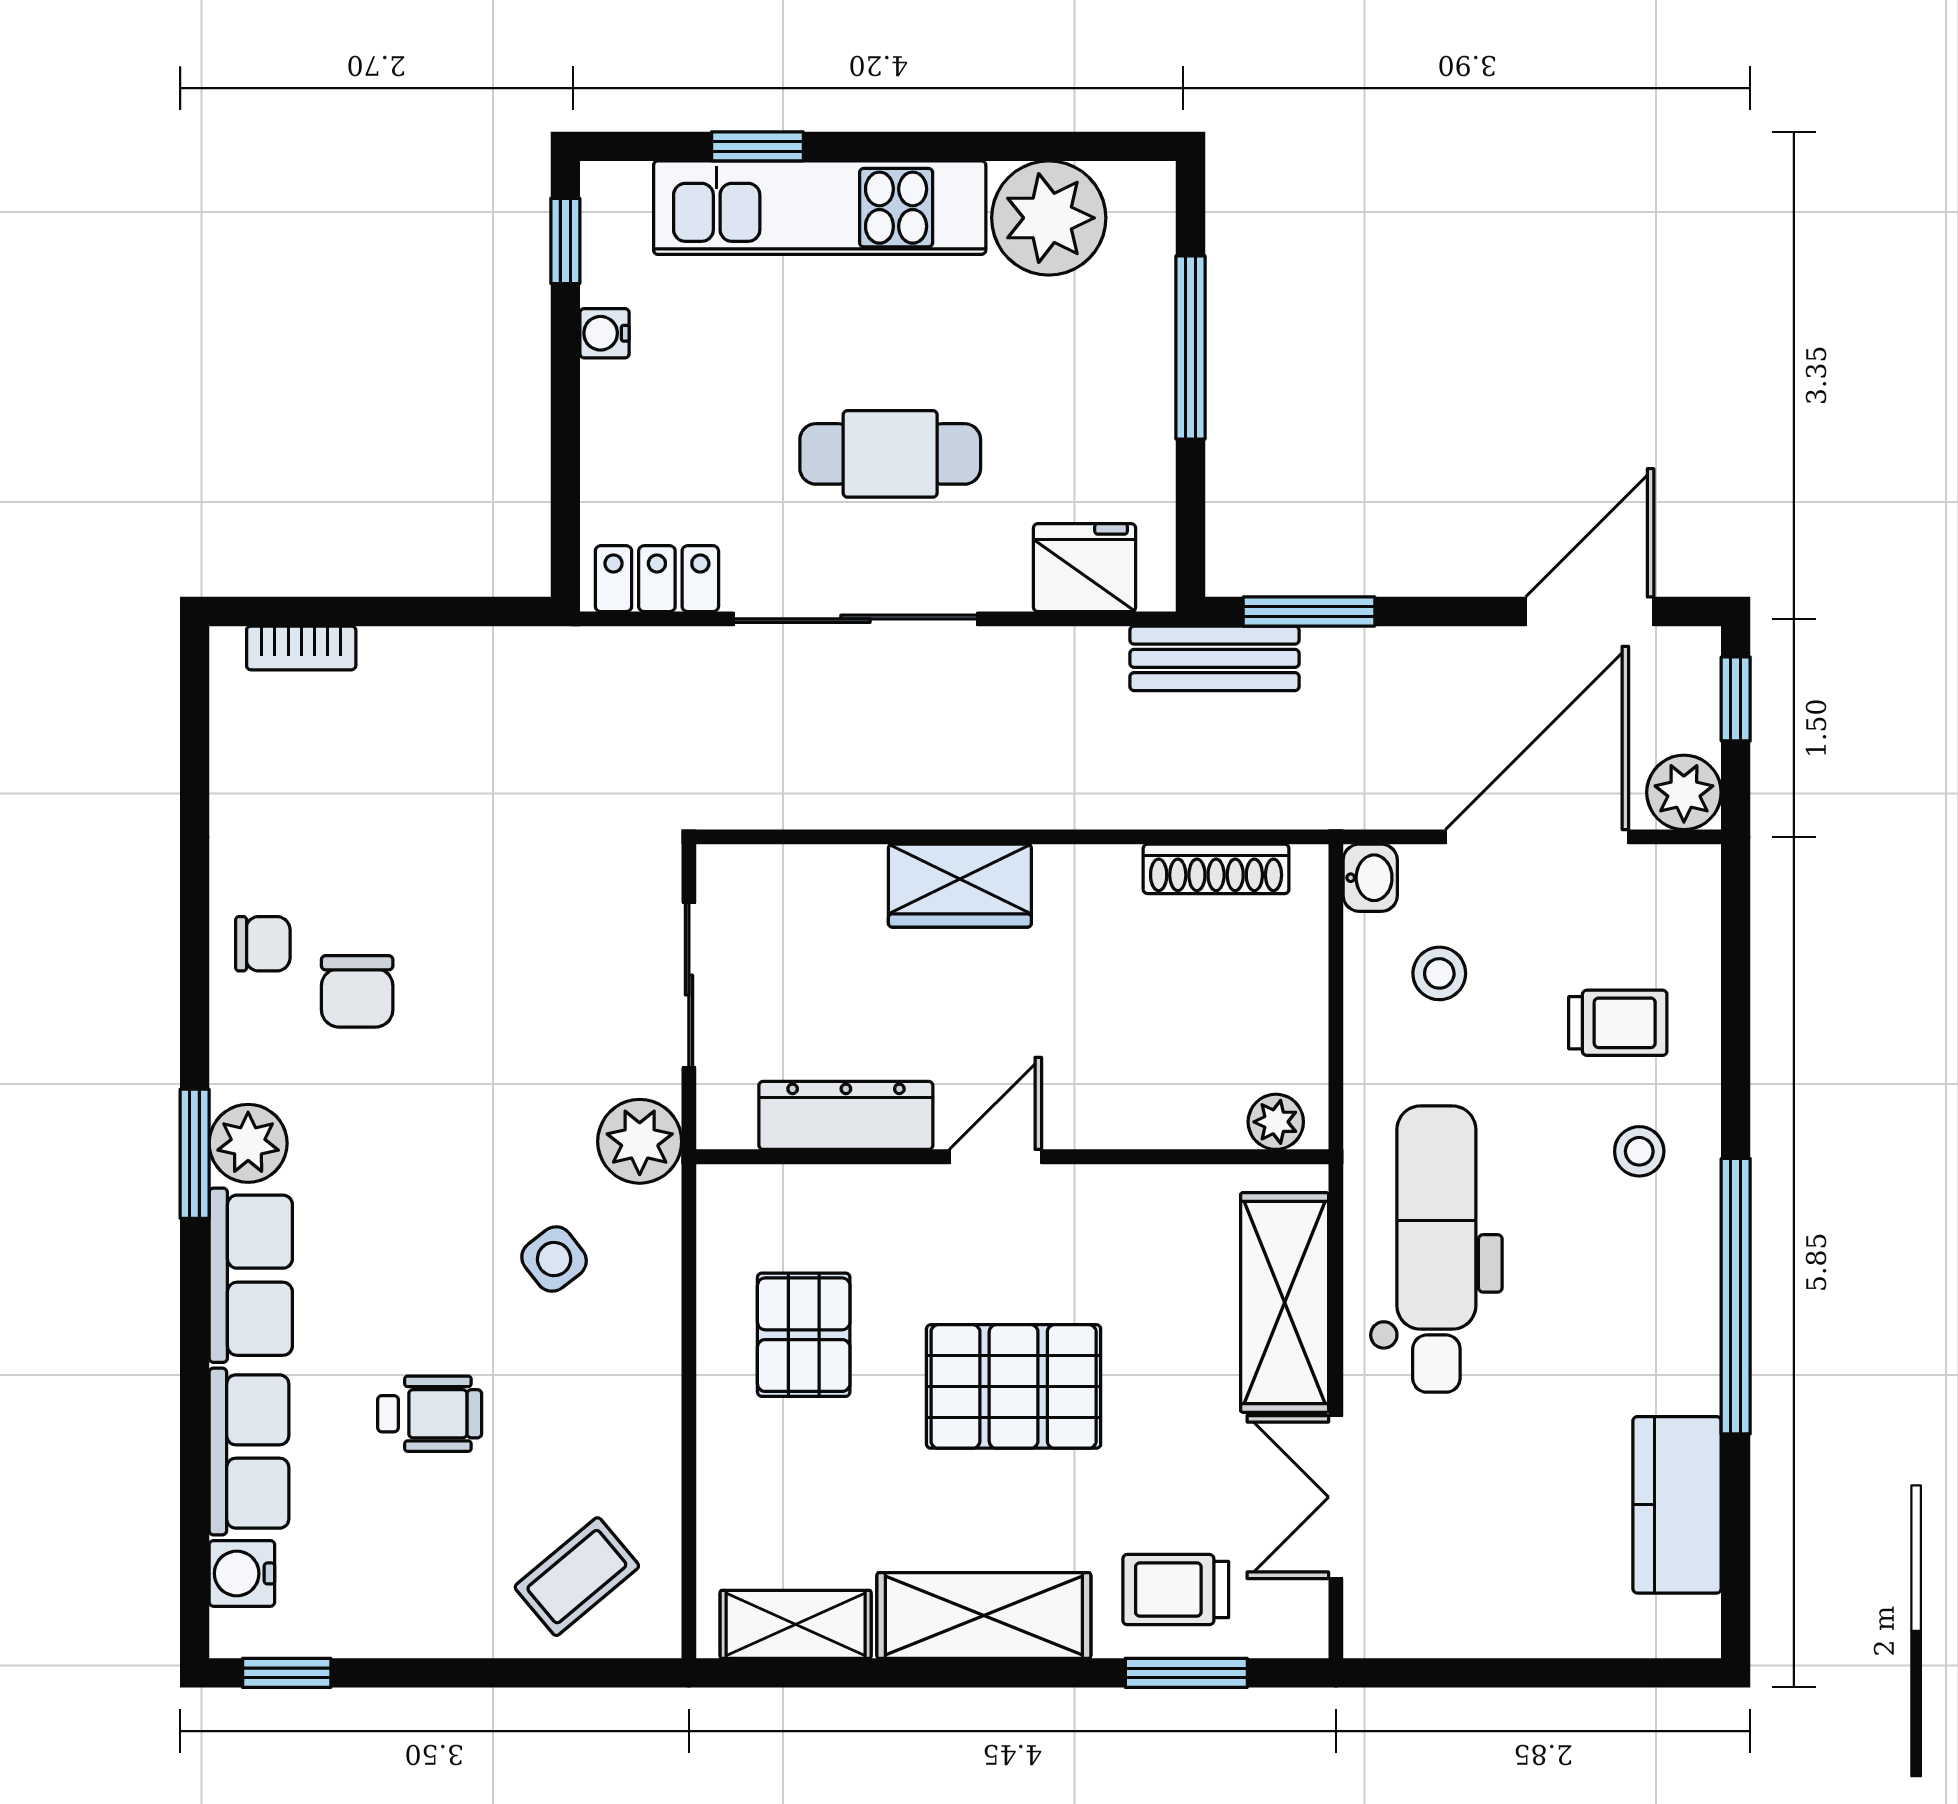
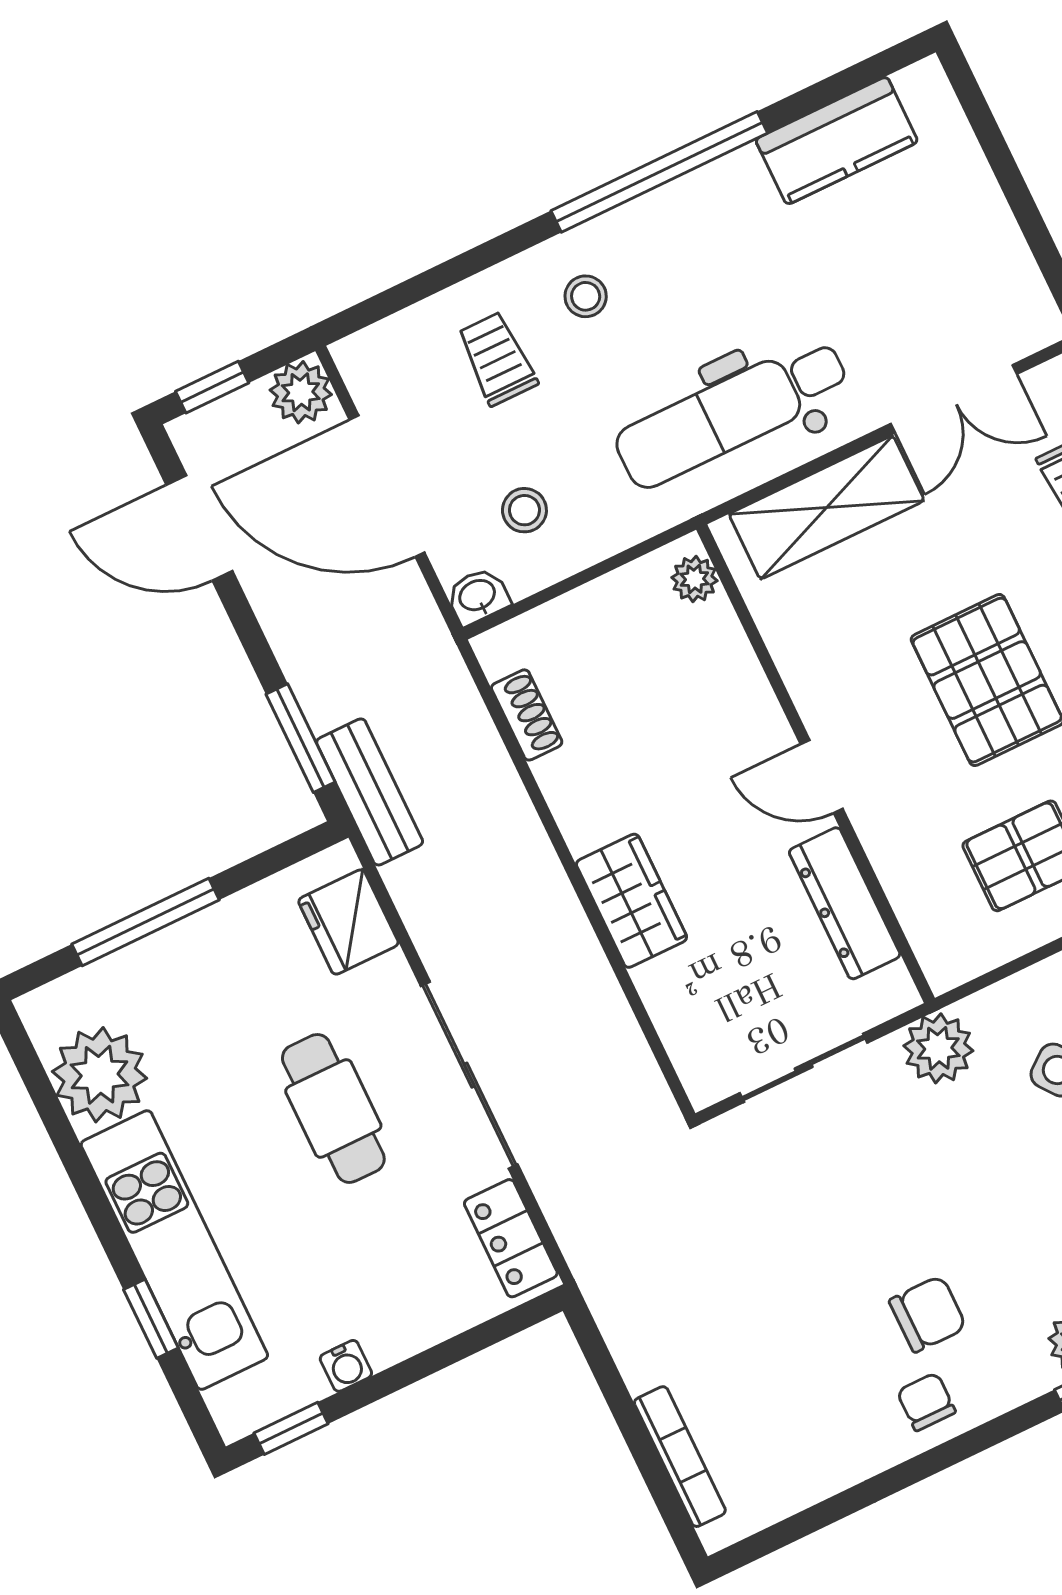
bookcase: (301, 648) -> (680, 1457), width x1.56
shoe rack: (1216, 869) -> (527, 715), width x0.70

